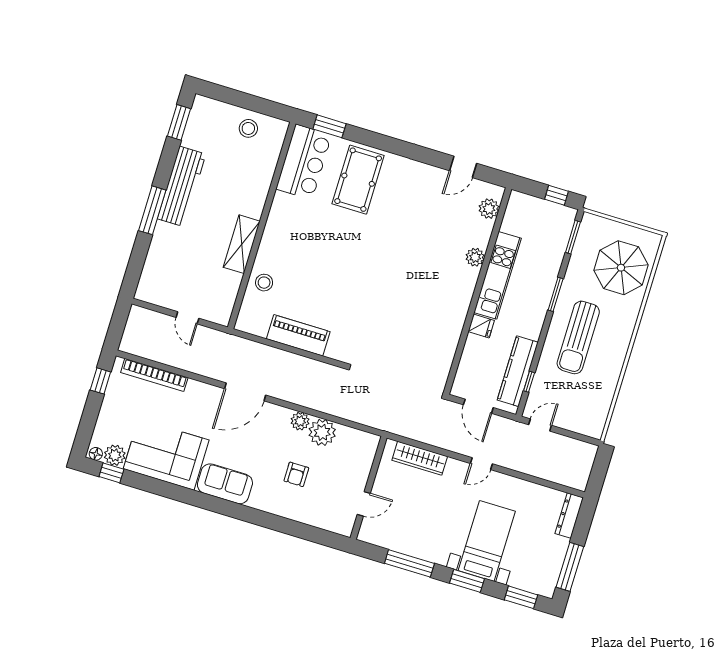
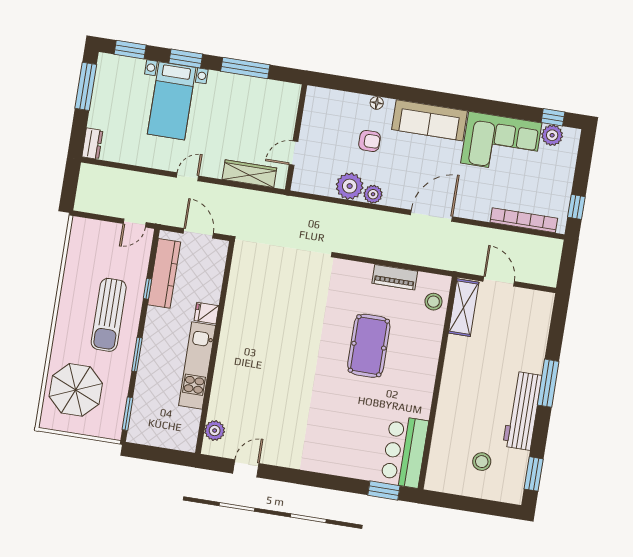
stool: (248, 128) -> (482, 462), moved
pool table: (358, 180) -> (369, 346), moved
window: (556, 195) -> (149, 453), removed
shelving: (242, 244) -> (464, 308), moved
plant: (475, 257) -> (222, 381), removed
stool: (264, 283) -> (433, 302), moved
door: (187, 318) -> (499, 281), width x1.38
piano: (298, 335) -> (395, 277), width x0.73, depth x0.75
sun lounger: (578, 337) -> (109, 315), turned 180
window: (529, 382) -> (147, 289), moved
floor lamp: (96, 454) -> (377, 103), moved
armchair: (296, 474) -> (370, 141), turned 90
sofa: (225, 484) -> (430, 120), width x1.36
door: (364, 504) -> (294, 153), moved
dresser: (569, 516) -> (92, 144), width x0.70

